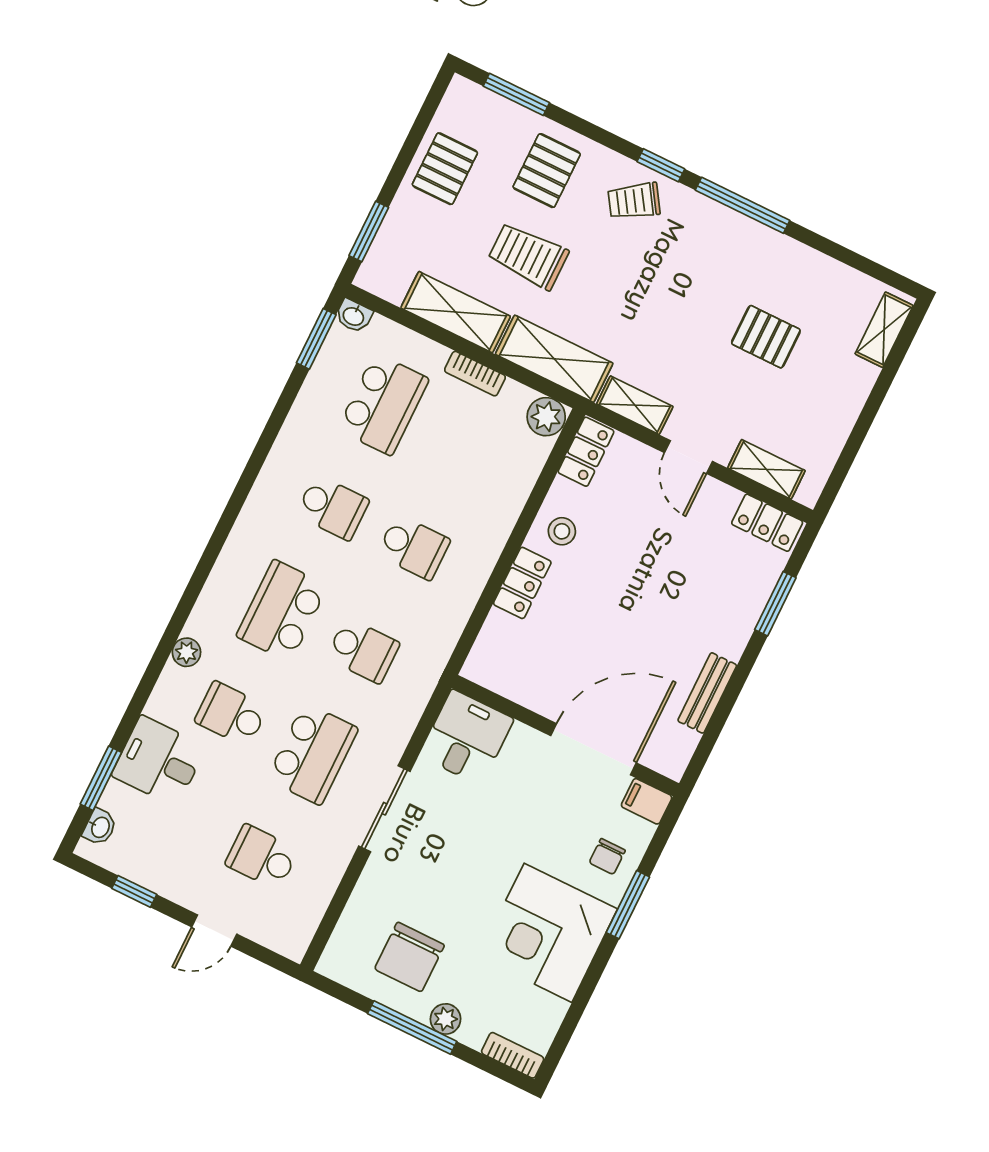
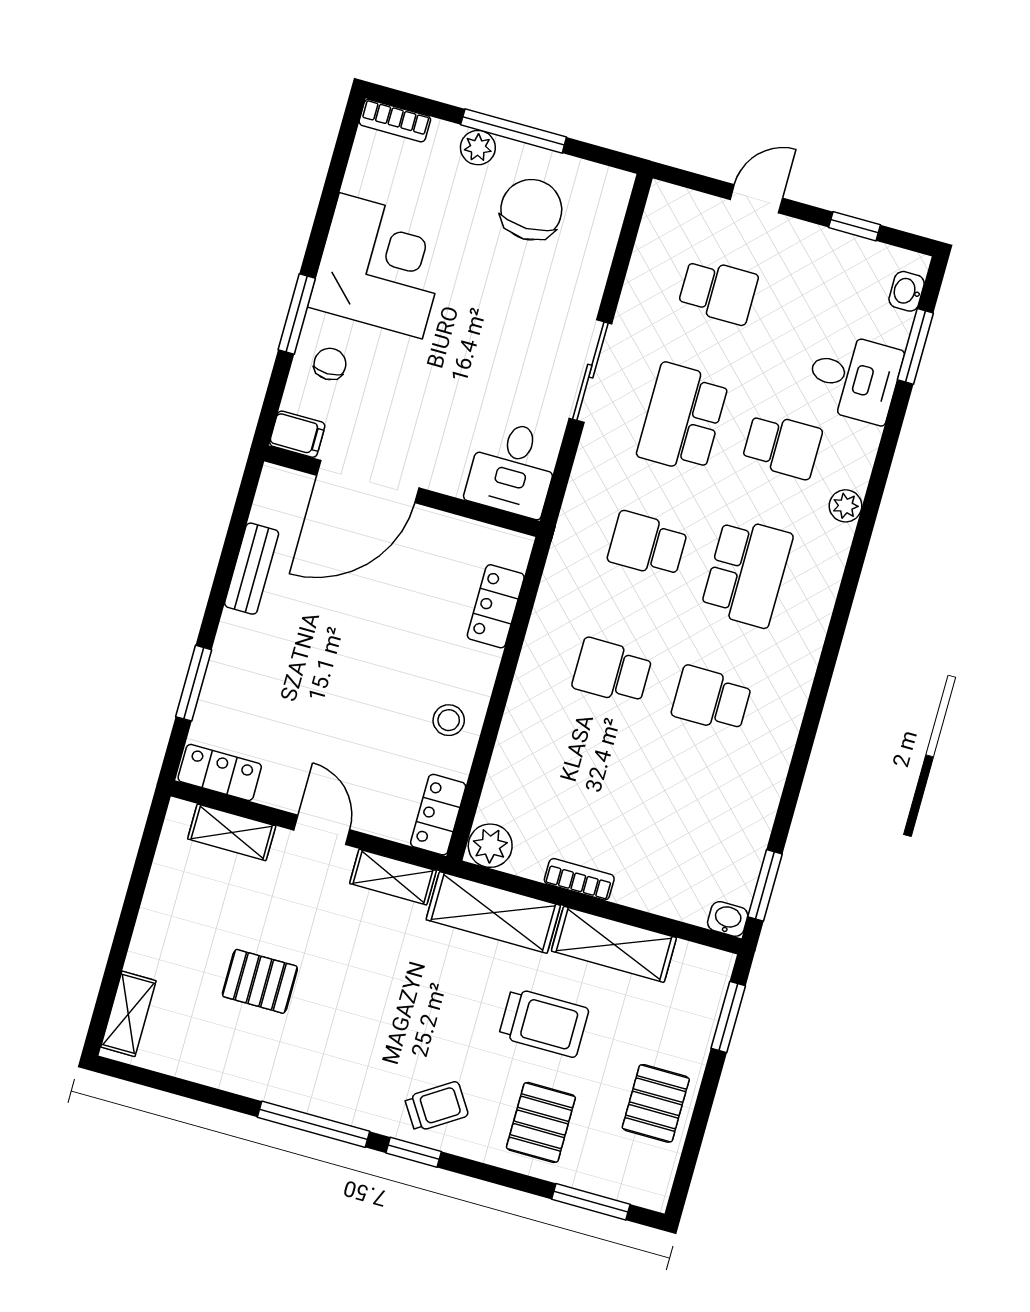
school desk: (383, 404) -> (676, 826), removed
locker: (522, 583) -> (496, 606), moved

